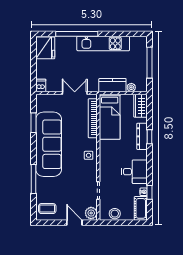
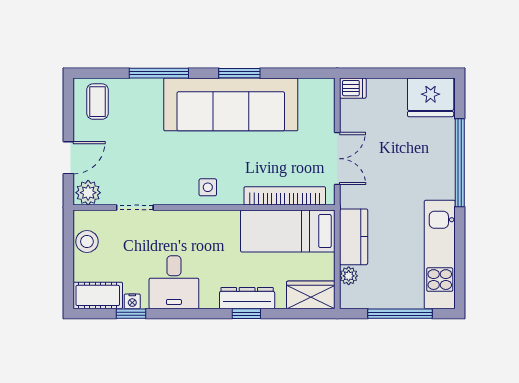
kitchen unit: (103, 43) -> (440, 255), moved
window: (33, 123) -> (239, 73), moved

